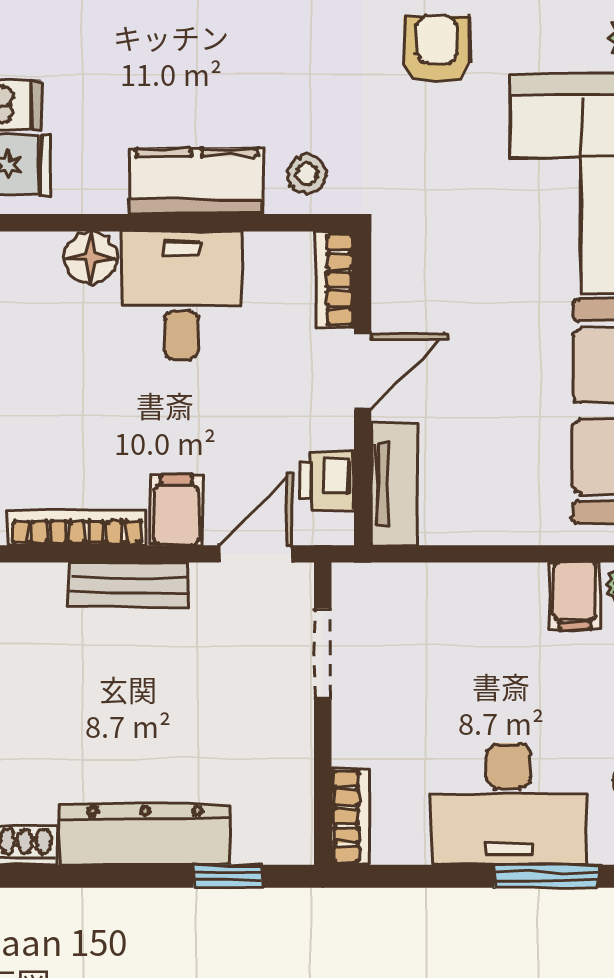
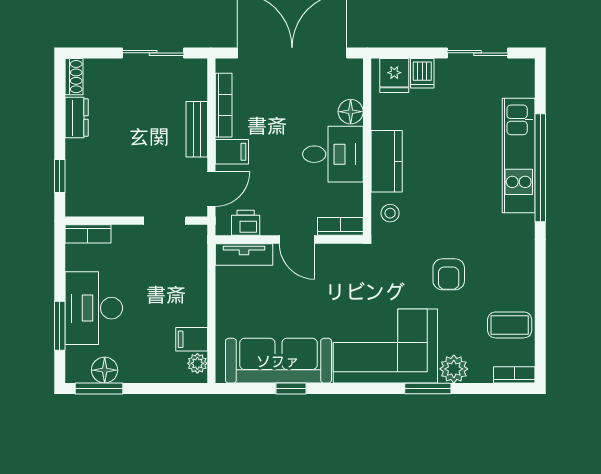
armchair: (437, 49) -> (449, 274), turned 90
door: (255, 554) -> (211, 189), hinge flipped
dresser: (145, 834) -> (77, 118), width x0.51, depth x0.80

